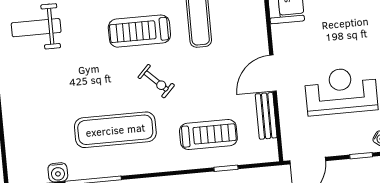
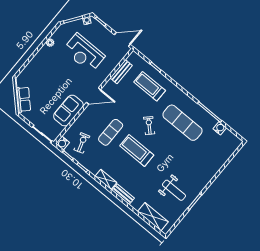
treadmill: (139, 31) -> (137, 150), turned 180
door: (273, 73) -> (94, 96), moved

